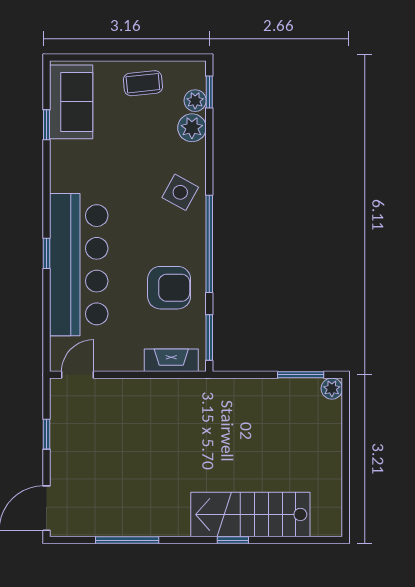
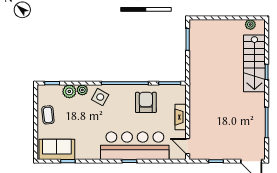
plant: (195, 101) -> (82, 90), moved
fireplace: (171, 360) -> (181, 117), moved
plant: (332, 389) -> (250, 24), moved

